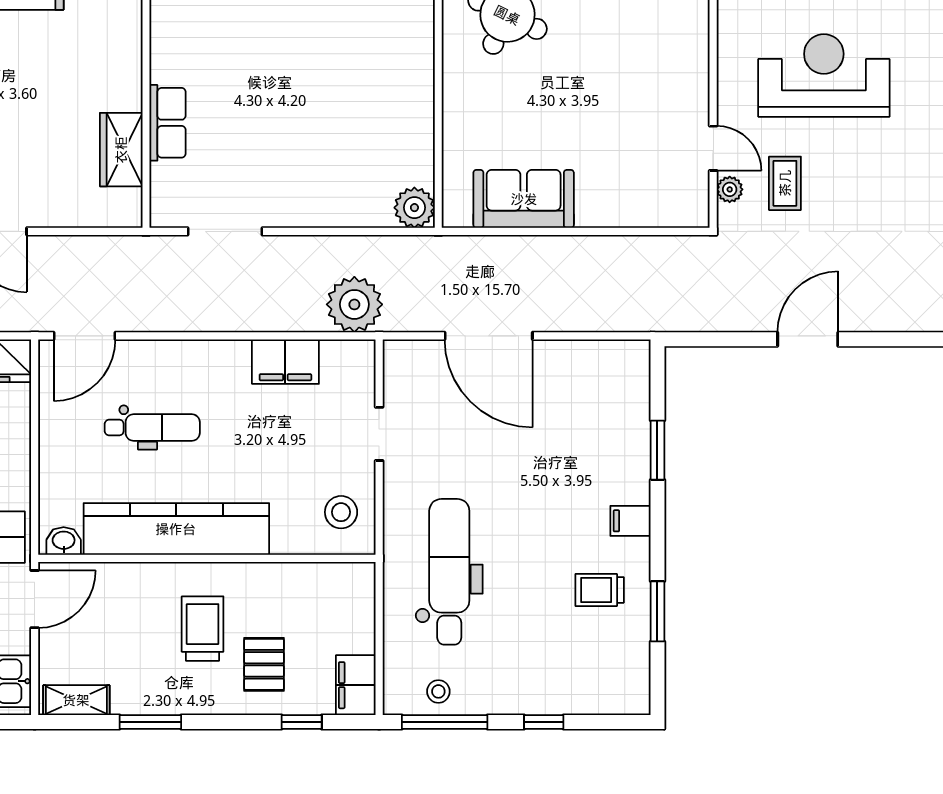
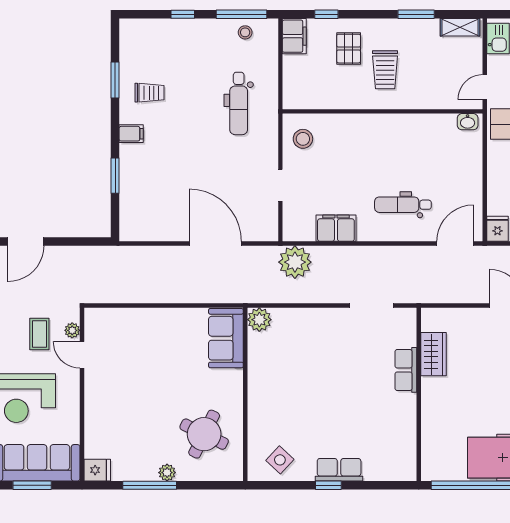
sofa: (524, 199) -> (226, 338), moved, turned 90
dental chair: (152, 428) -> (403, 205), moved
kitchen counter: (176, 529) -> (401, 129), removed
dental chair: (449, 572) -> (239, 103), width x0.73, depth x0.72
door: (35, 599) -> (485, 87), width x0.73

